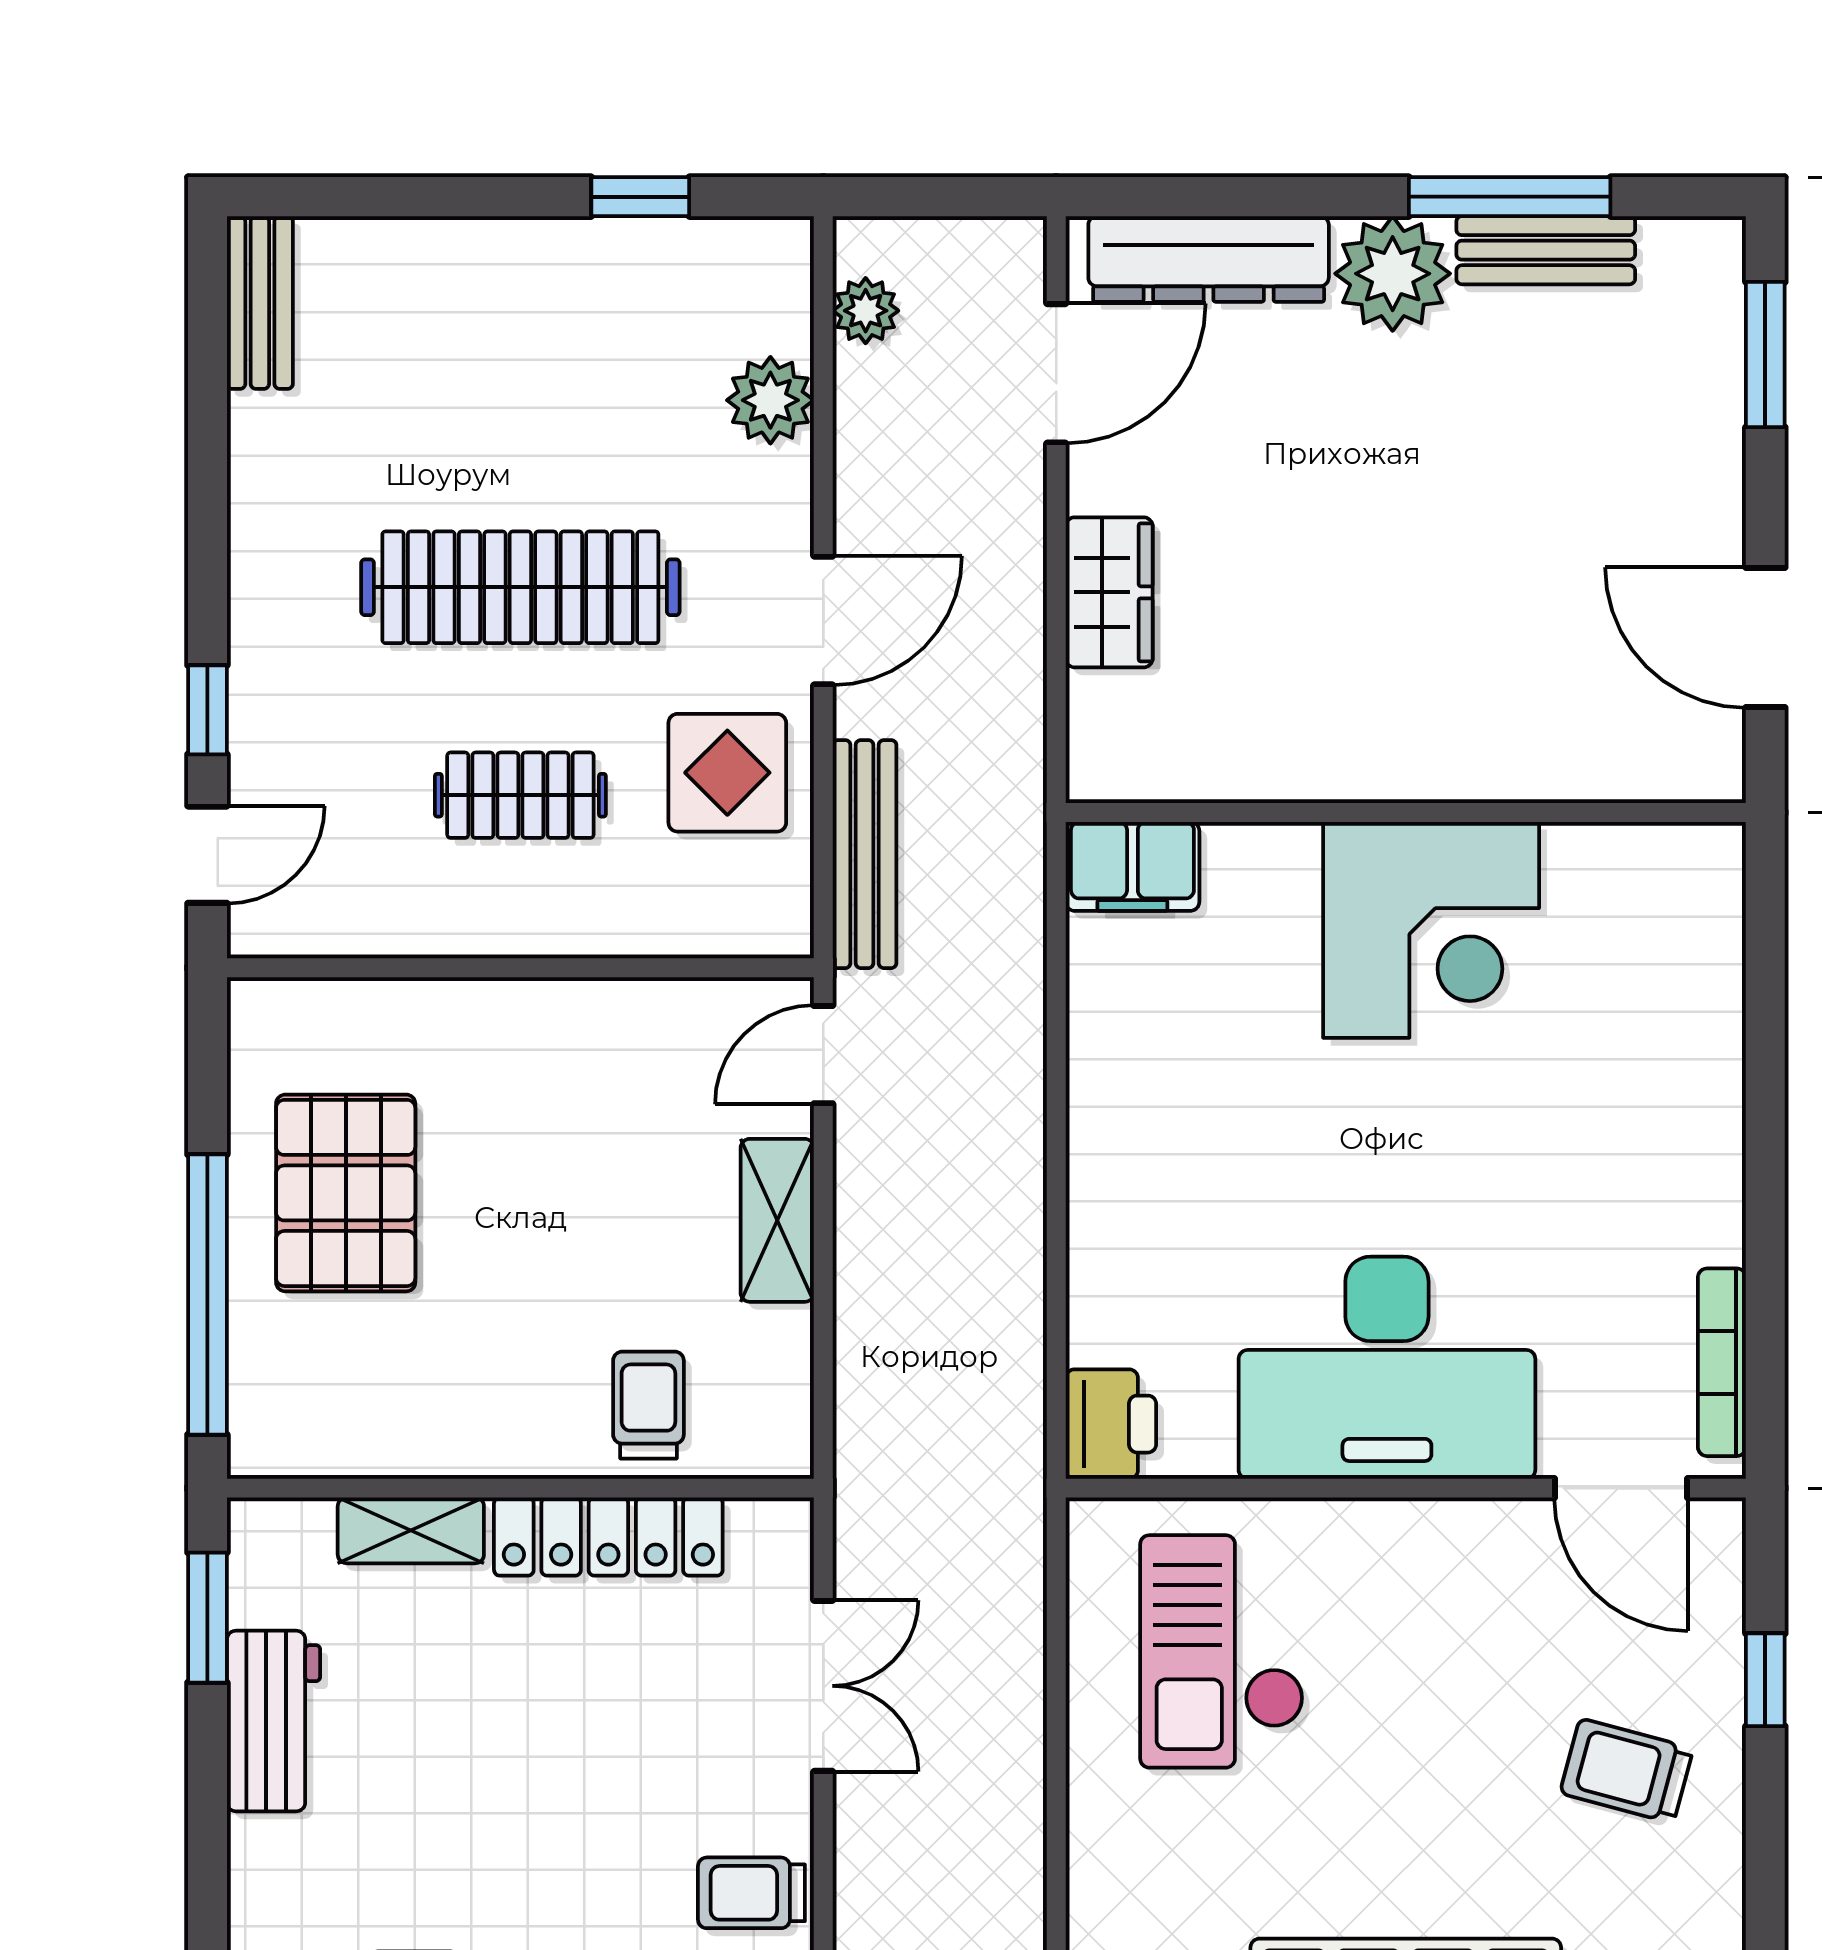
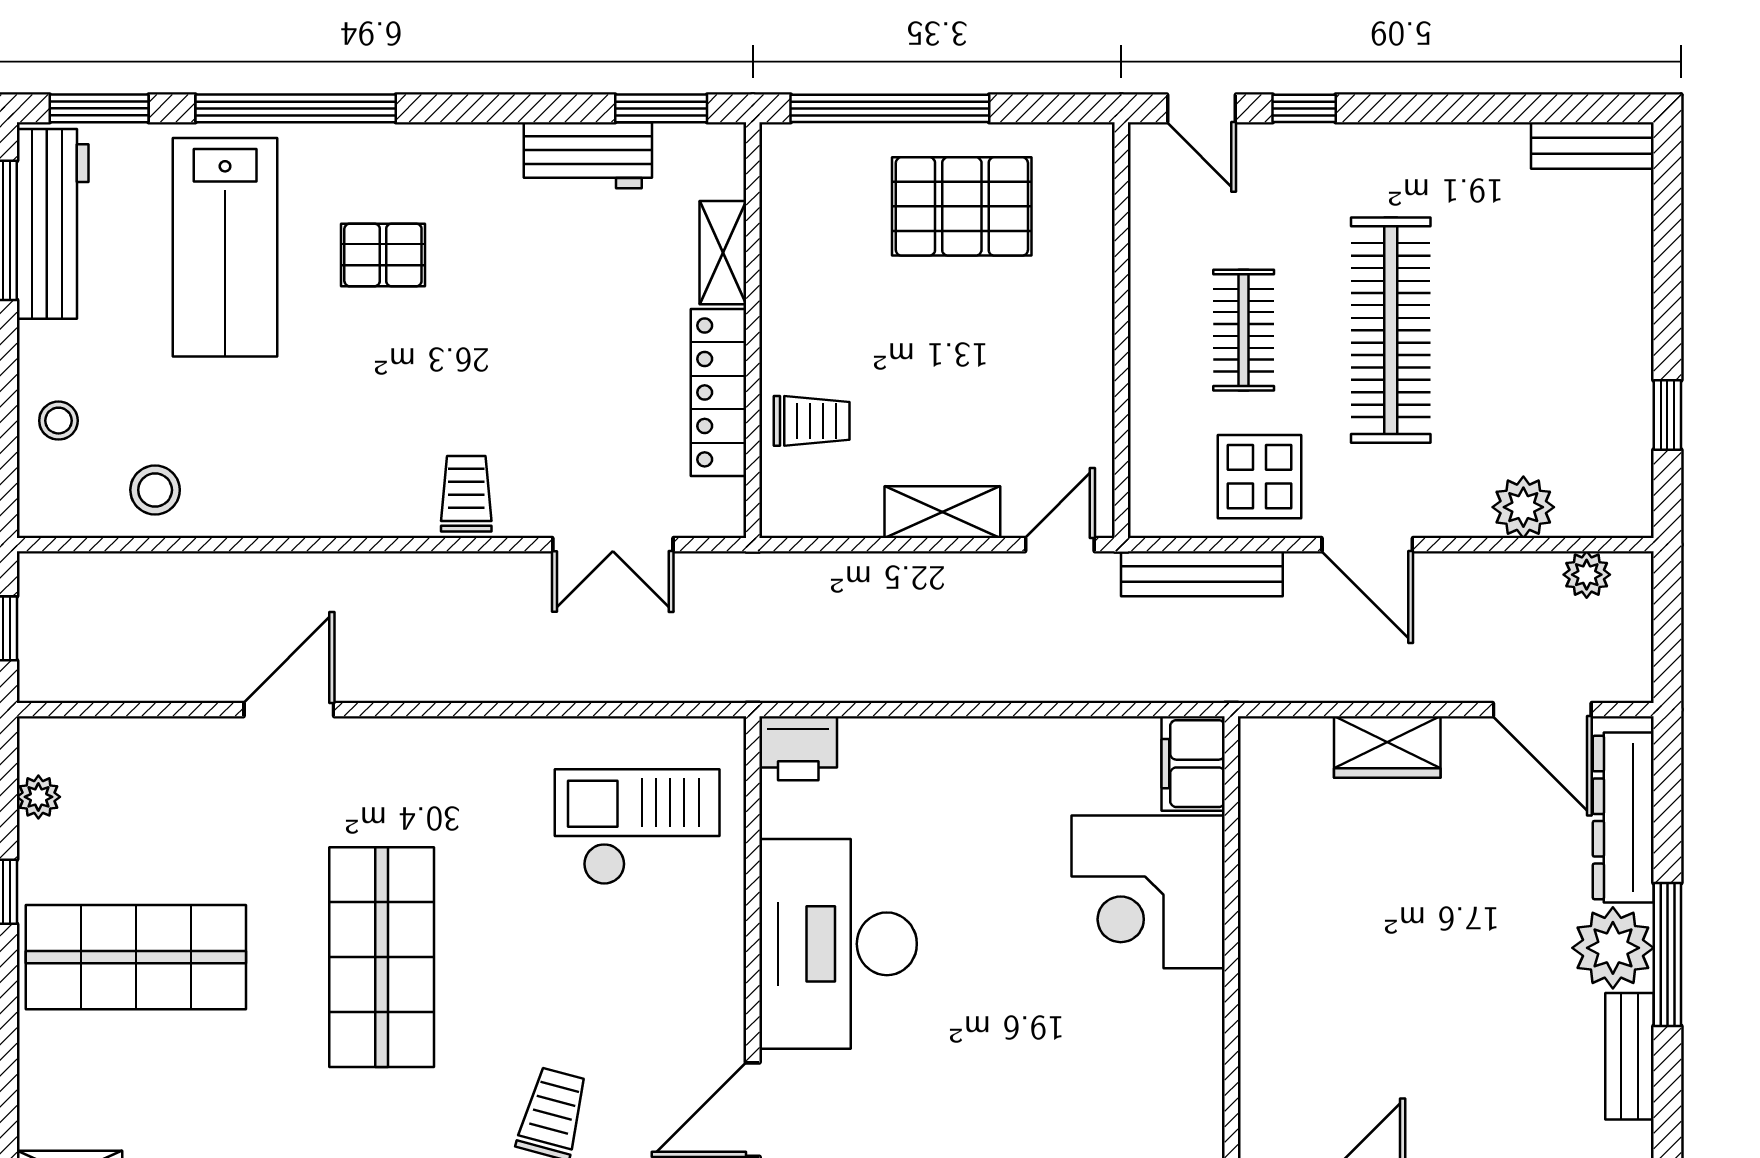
window: (1510, 197) -> (1667, 954), moved
corner desk: (1431, 930) -> (1148, 892), moved
door: (823, 1055) -> (1060, 545), hinge flipped

